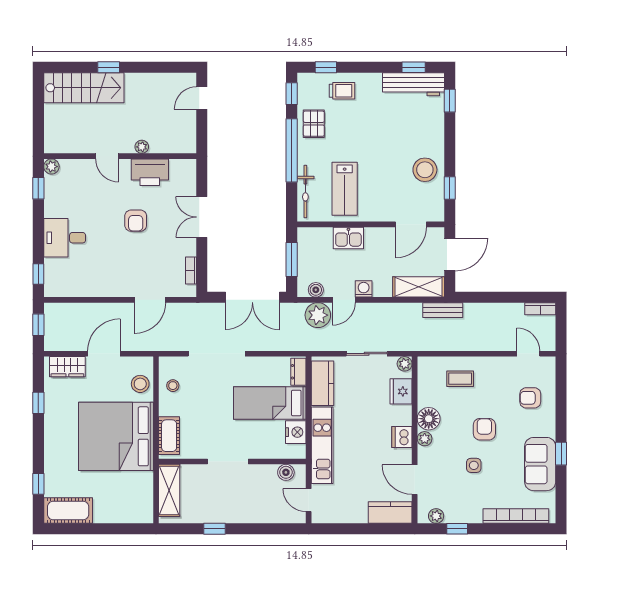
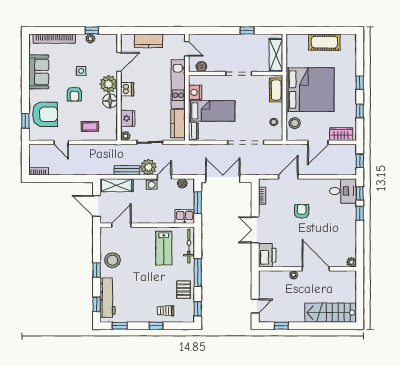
window: (109, 67) -> (281, 326), moved
window: (326, 67) -> (156, 326), moved
workbench: (414, 84) -> (107, 298), moved, turned 90
window: (292, 150) -> (198, 273), width x0.68
door: (107, 156) -> (316, 269), width x1.88
printer: (150, 172) -> (267, 255), moved, turned 90
window: (38, 188) -> (360, 213), moved
window: (450, 188) -> (97, 270), moved
lab bench: (345, 189) -> (164, 248), turned 180
double door: (202, 217) -> (255, 230), swing flipped
armchair: (136, 221) -> (302, 211), moved
desk: (65, 238) -> (343, 191), moved
kitchen sink: (348, 238) -> (185, 216), moved
door: (450, 255) -> (97, 206), hinge flipped
bench: (443, 310) -> (127, 170), moved
plant: (318, 315) -> (148, 167), moved
door: (528, 354) -> (61, 142), moved
armchair: (530, 398) -> (45, 114), width x1.88, depth x1.88
plant: (425, 439) -> (109, 84), width x1.87, depth x1.87
window: (561, 454) -> (25, 121), moved
door: (415, 480) -> (119, 62), hinge flipped
window: (38, 484) -> (360, 83), moved
cot: (68, 511) -> (324, 42), moved
kitchen counter: (390, 513) -> (149, 41), moved
plant: (436, 516) -> (90, 39), moved

